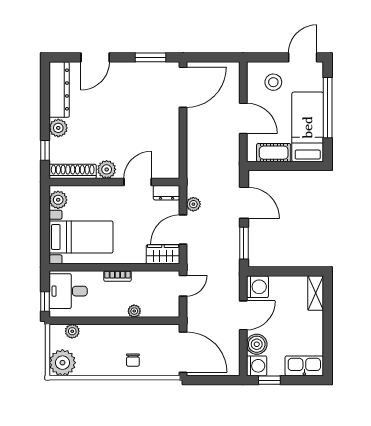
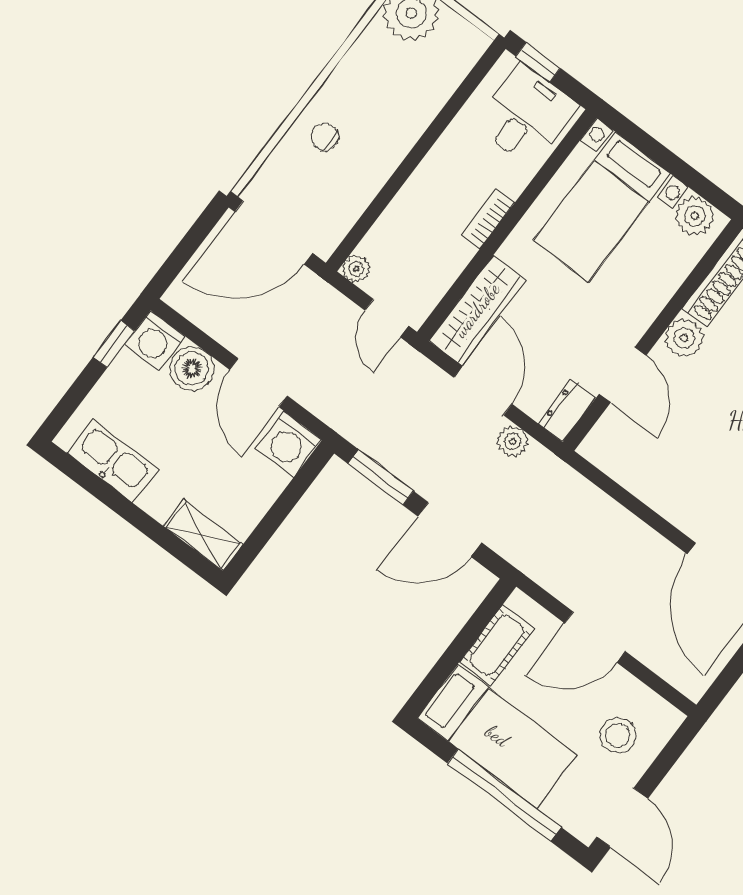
wardrobe: (163, 254) -> (477, 310), width x1.50
plant: (134, 311) -> (356, 269), moved
plant: (72, 331) -> (452, 70), removed
kitchen sink: (304, 366) -> (113, 461), moved, turned -90

